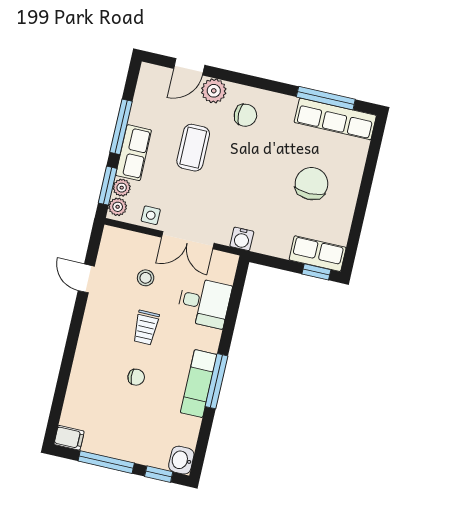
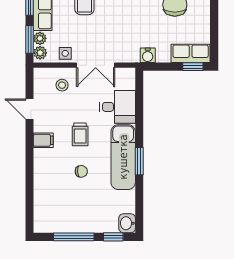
water cooler: (242, 239) -> (148, 55), moved
stool: (146, 278) -> (62, 85), moved
window: (216, 381) -> (139, 161), width x0.69
exam couch: (199, 384) -> (123, 157), width x1.36, depth x1.45
filing cabinet: (69, 438) -> (43, 140), moved

